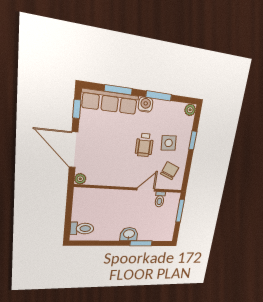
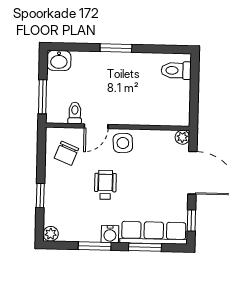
side table: (169, 143) -> (123, 143), moved
washbasin: (129, 234) -> (59, 60), moved
window: (141, 243) -> (116, 48), moved

